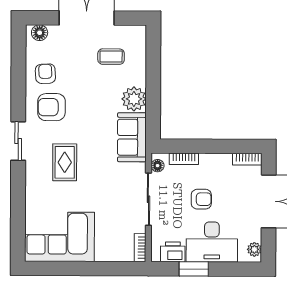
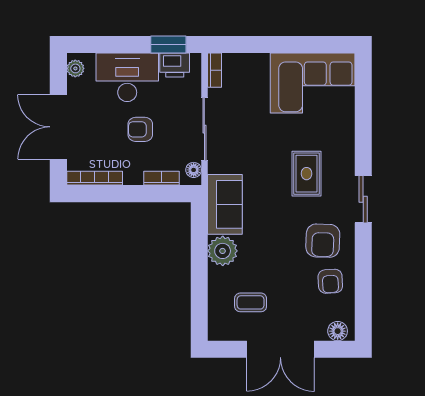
armchair: (51, 107) -> (323, 241), turned 92
bookcase: (247, 159) -> (95, 178), width x1.56
window: (194, 269) -> (168, 44), moved

